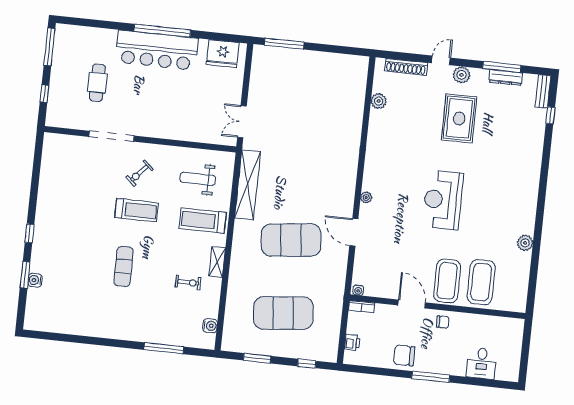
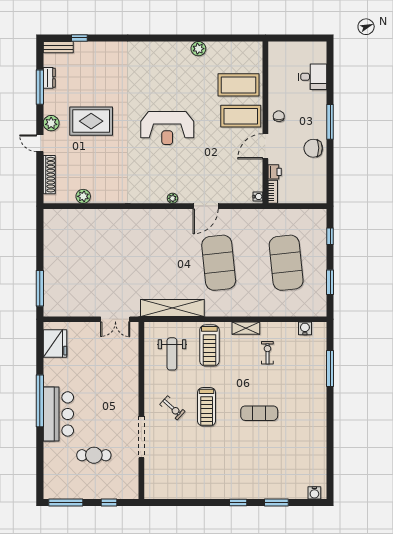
bar counter: (157, 50) -> (58, 414), width x0.73
dresser: (506, 77) -> (49, 78), width x0.70
treadmill: (137, 210) -> (207, 407), turned 180
water cooler: (35, 280) -> (314, 493), moved
printer: (352, 342) -> (275, 172), moved, turned 90
chair: (404, 355) -> (313, 148), turned 90

